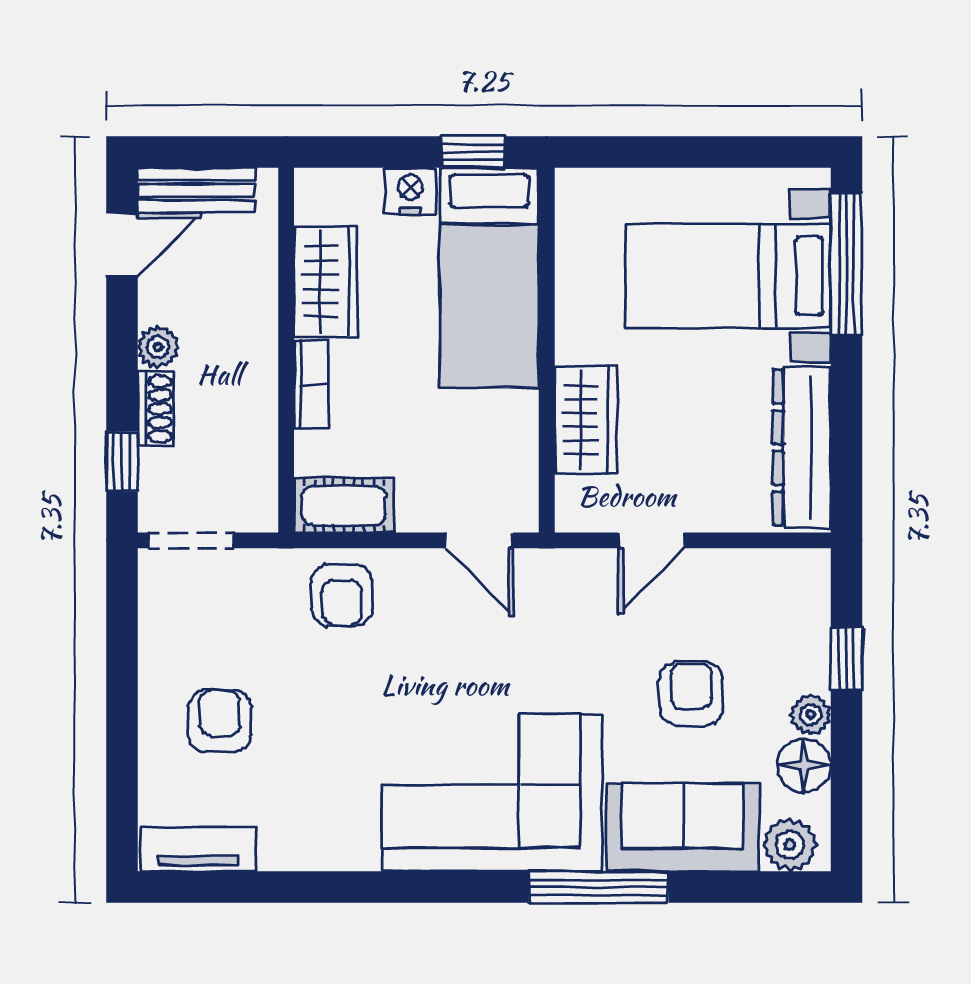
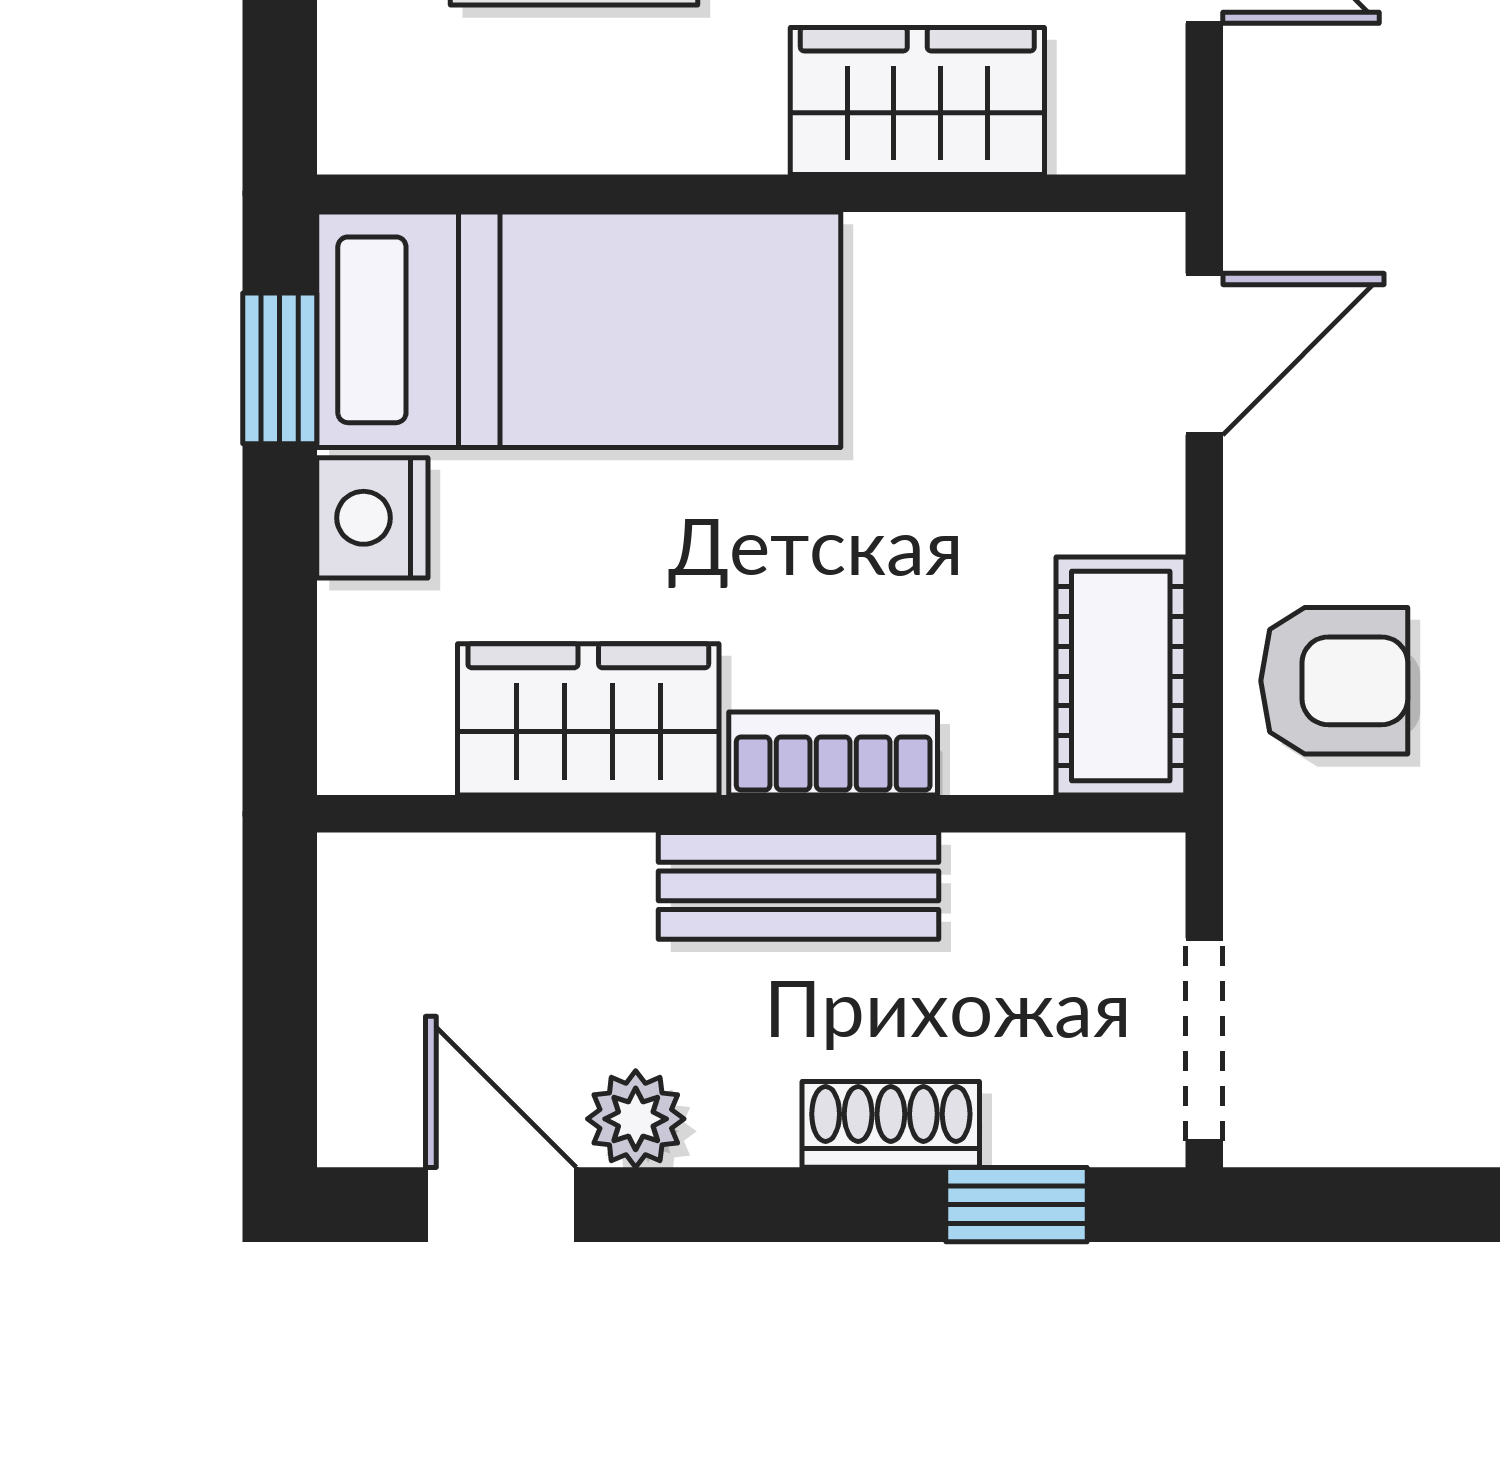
bench: (196, 190) -> (798, 886), moved, turned 90
plant: (158, 347) -> (636, 1119), moved

